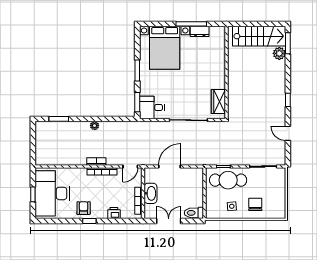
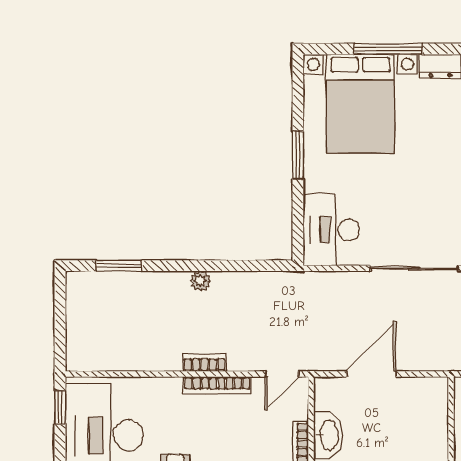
window: (191, 24) -> (388, 49), moved
window: (137, 102) -> (298, 227), removed
desk: (152, 107) -> (331, 230), width x1.37
window: (33, 194) -> (60, 407), moved

